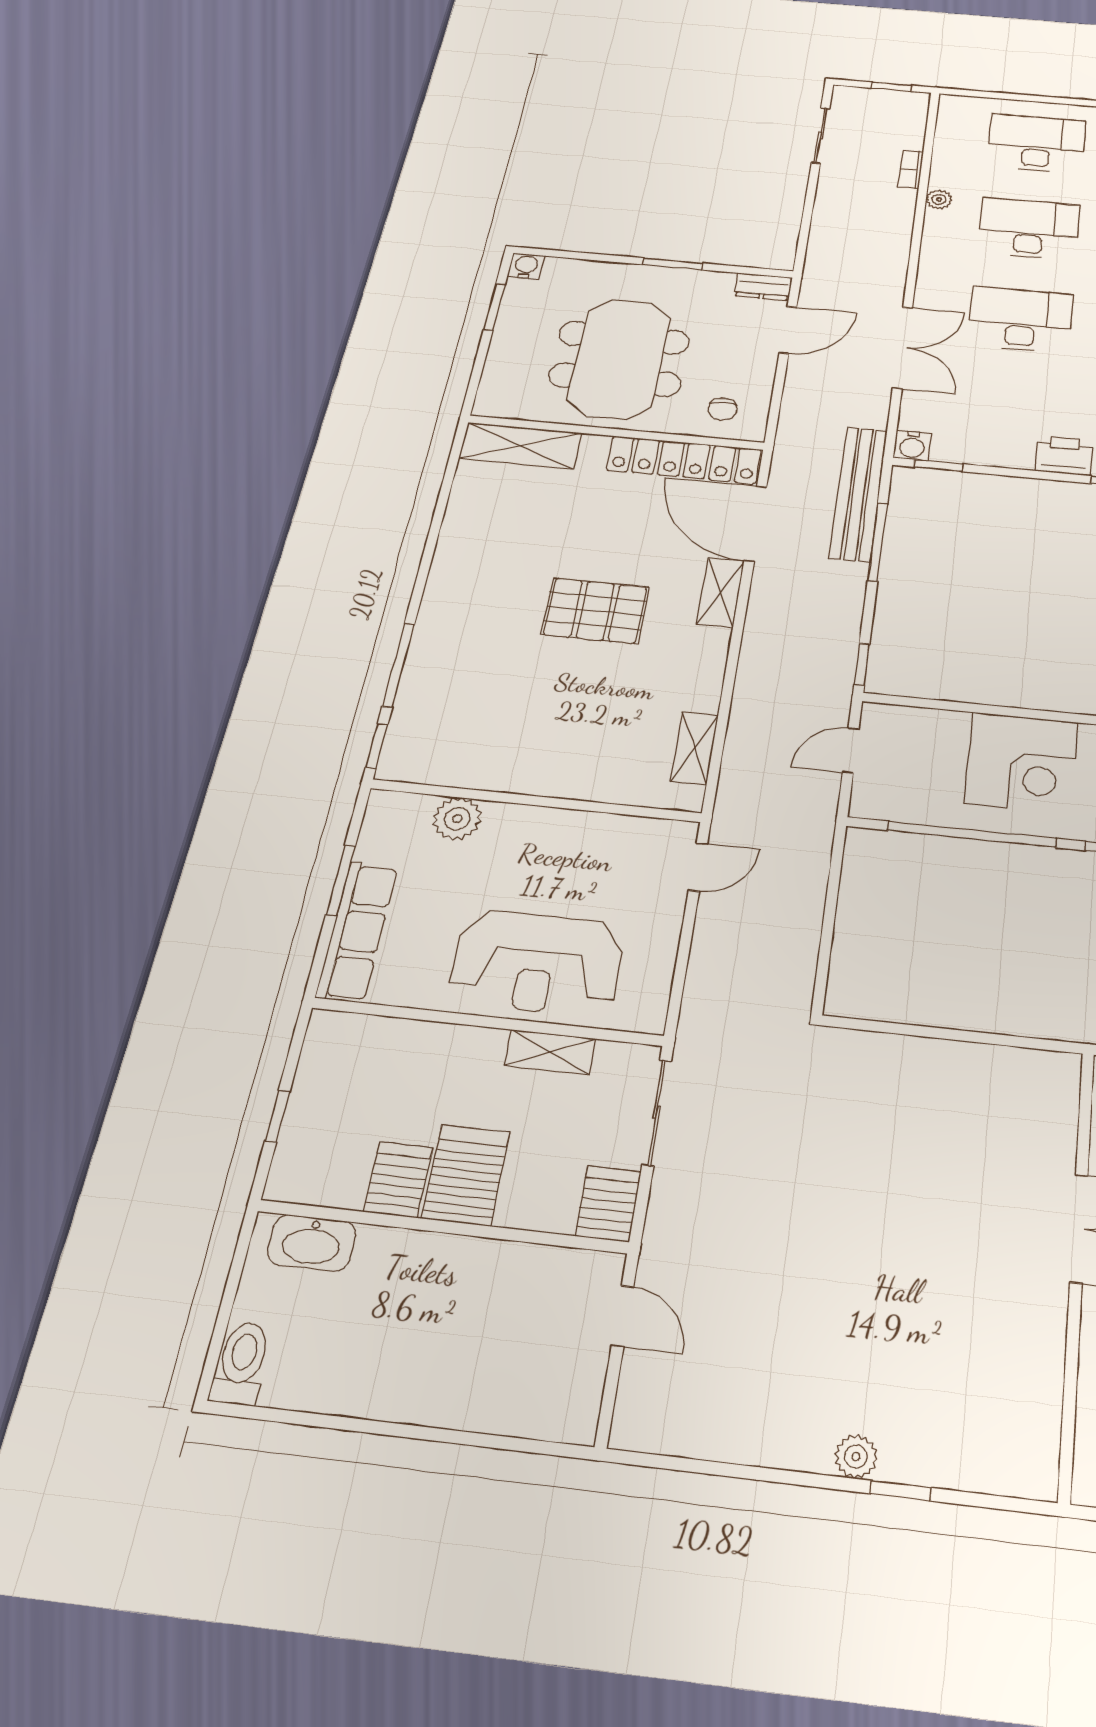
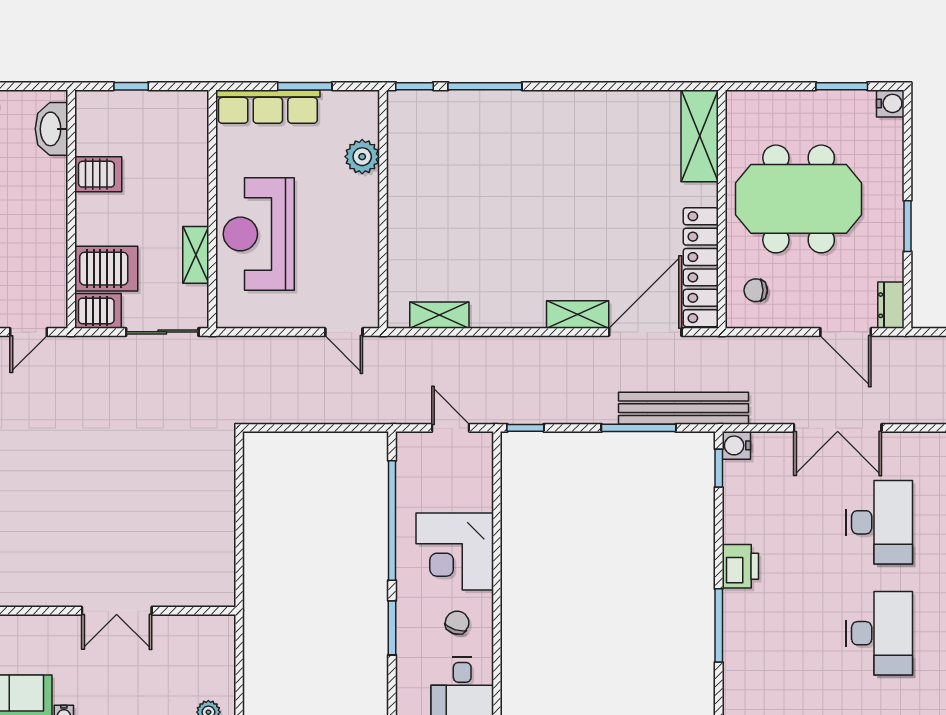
pallet: (595, 611) -> (550, 223), removed
server rack: (466, 1175) -> (106, 269), moved

